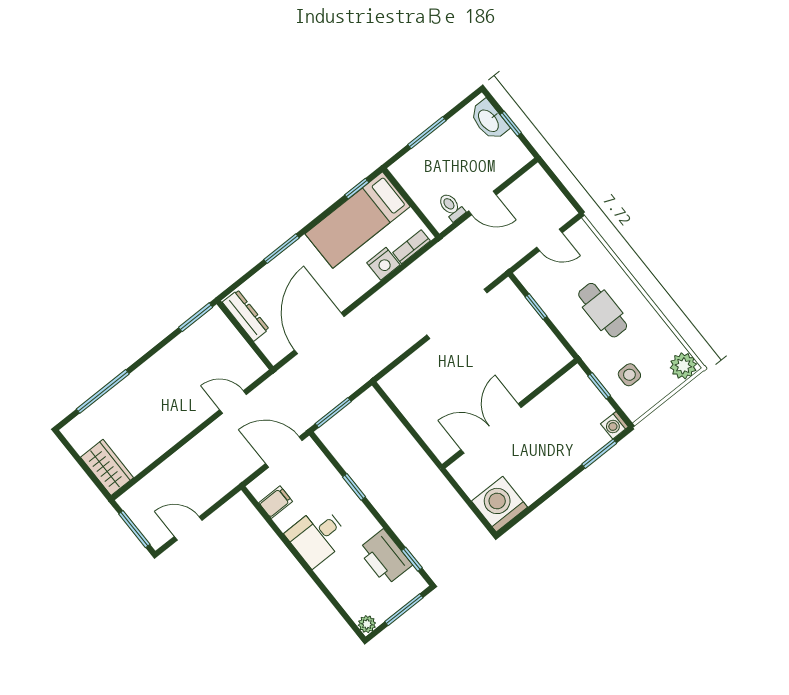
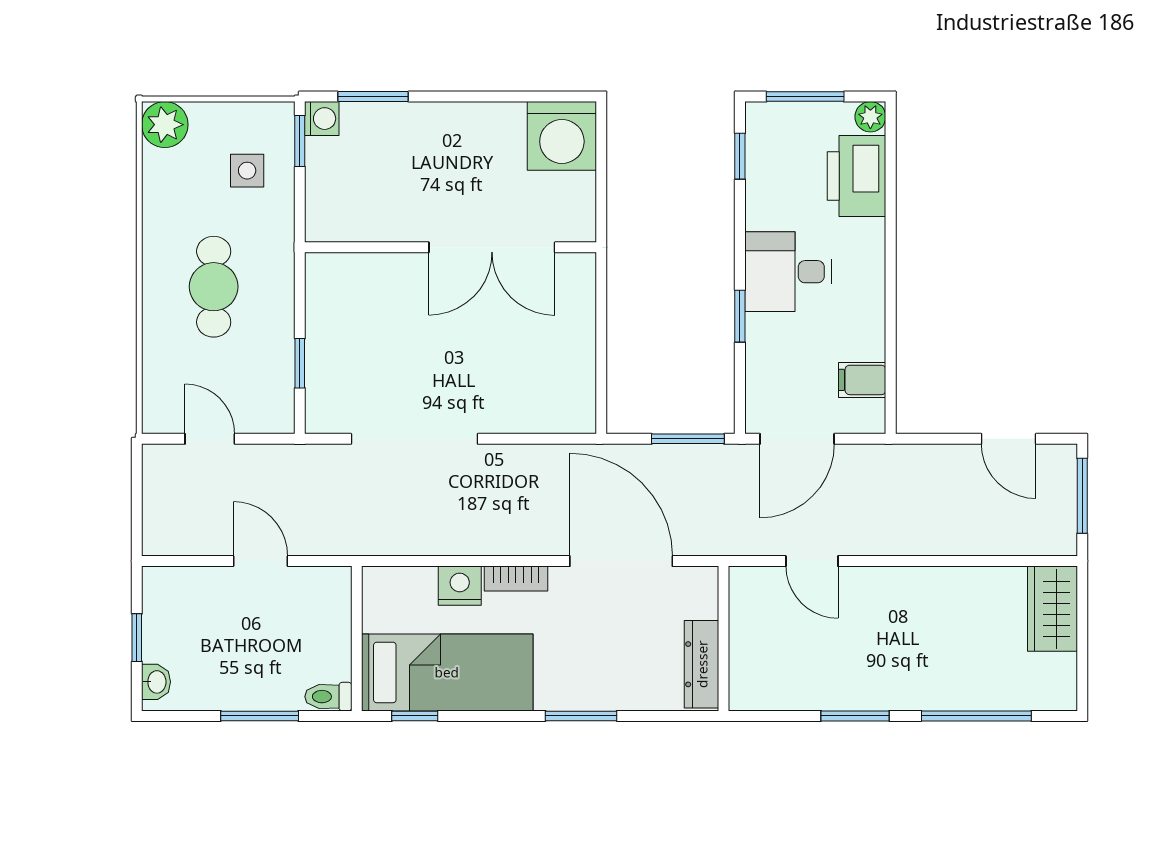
washbasin: (489, 120) -> (156, 682), width x0.52, depth x0.69
toilet: (451, 207) -> (328, 697), moved, turned 90
bookcase: (411, 247) -> (516, 579), moved
window: (196, 317) -> (855, 716), moved
door: (319, 333) -> (621, 561), swing flipped
window: (599, 386) -> (300, 141), moved
door: (284, 452) -> (797, 439), hinge flipped
desk: (317, 536) -> (788, 272), moved, turned 180
printer: (385, 557) -> (857, 176), moved, turned 180

